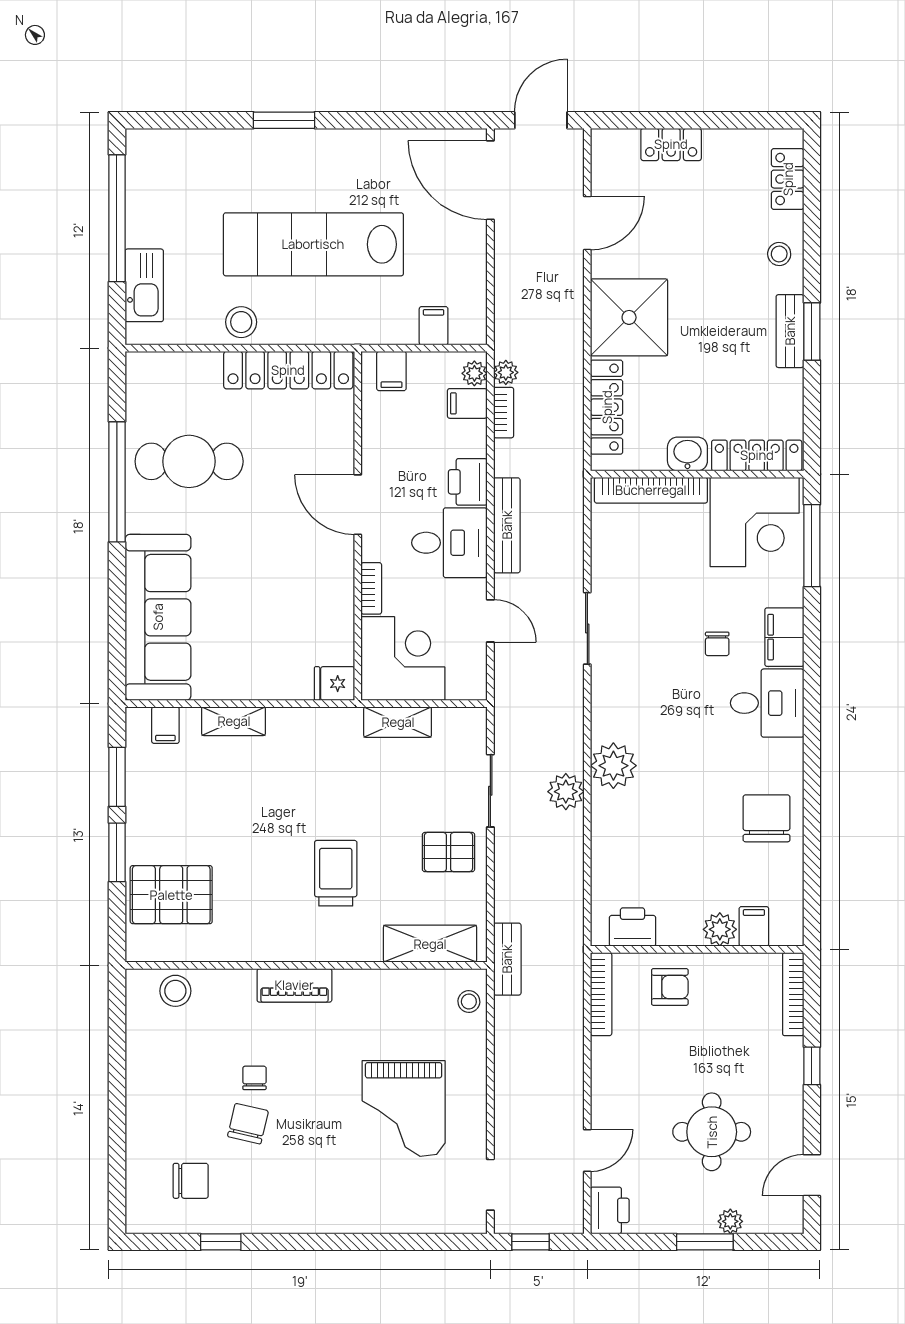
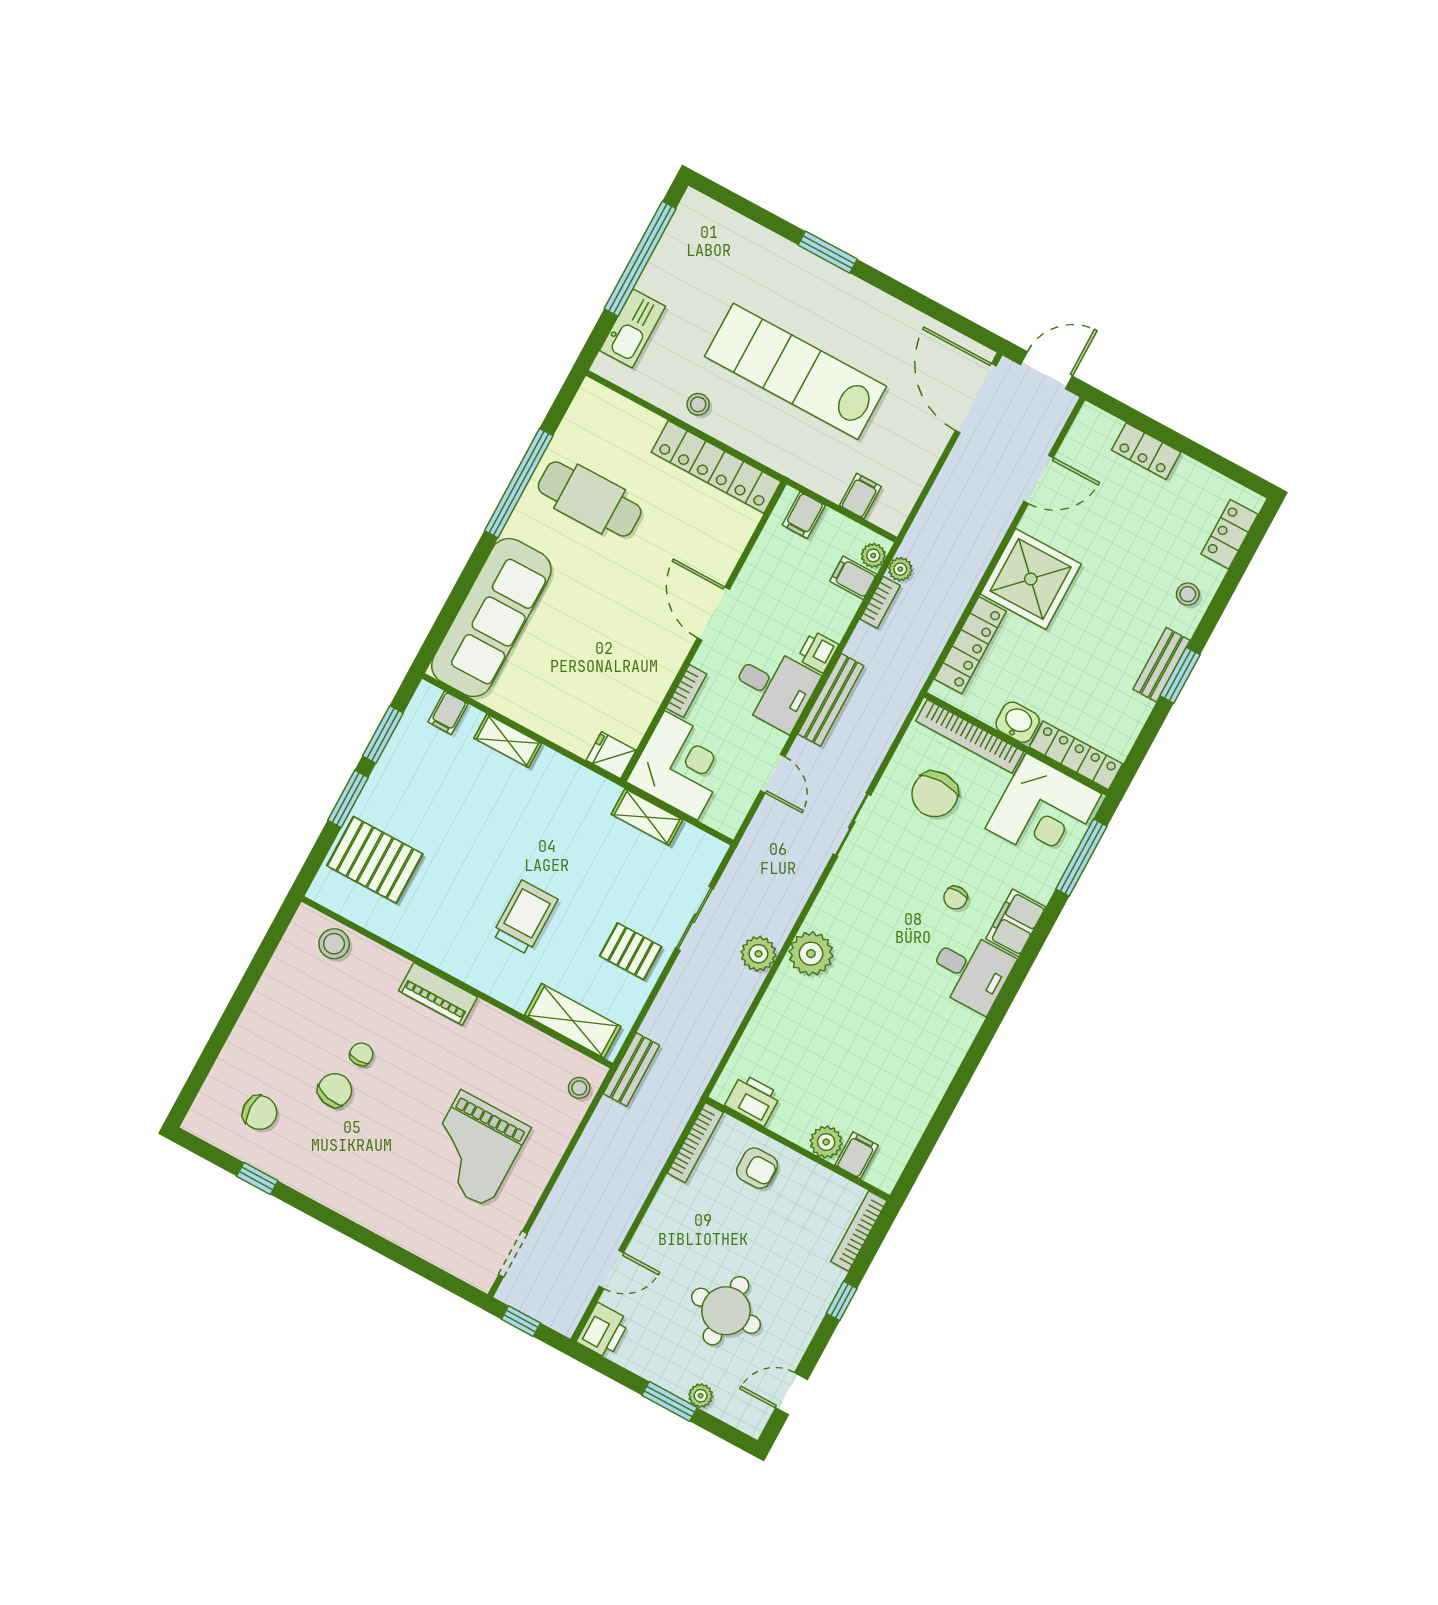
stool: (241, 322) -> (698, 404), width x0.73, depth x0.73
printer: (468, 482) -> (818, 652), width x0.73, depth x0.81
chair: (767, 818) -> (935, 794), moved, turned 180

